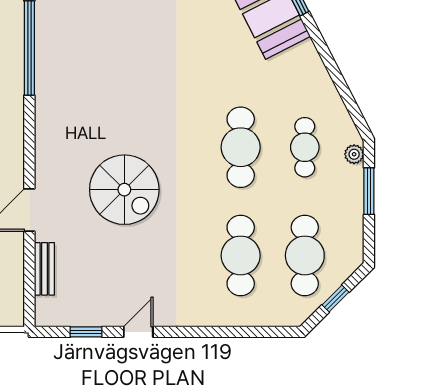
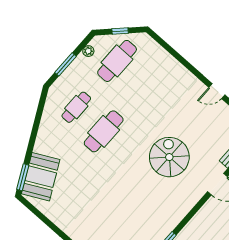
plant: (354, 154) -> (88, 51), moved
cafe table: (241, 255) -> (144, 85), removed

